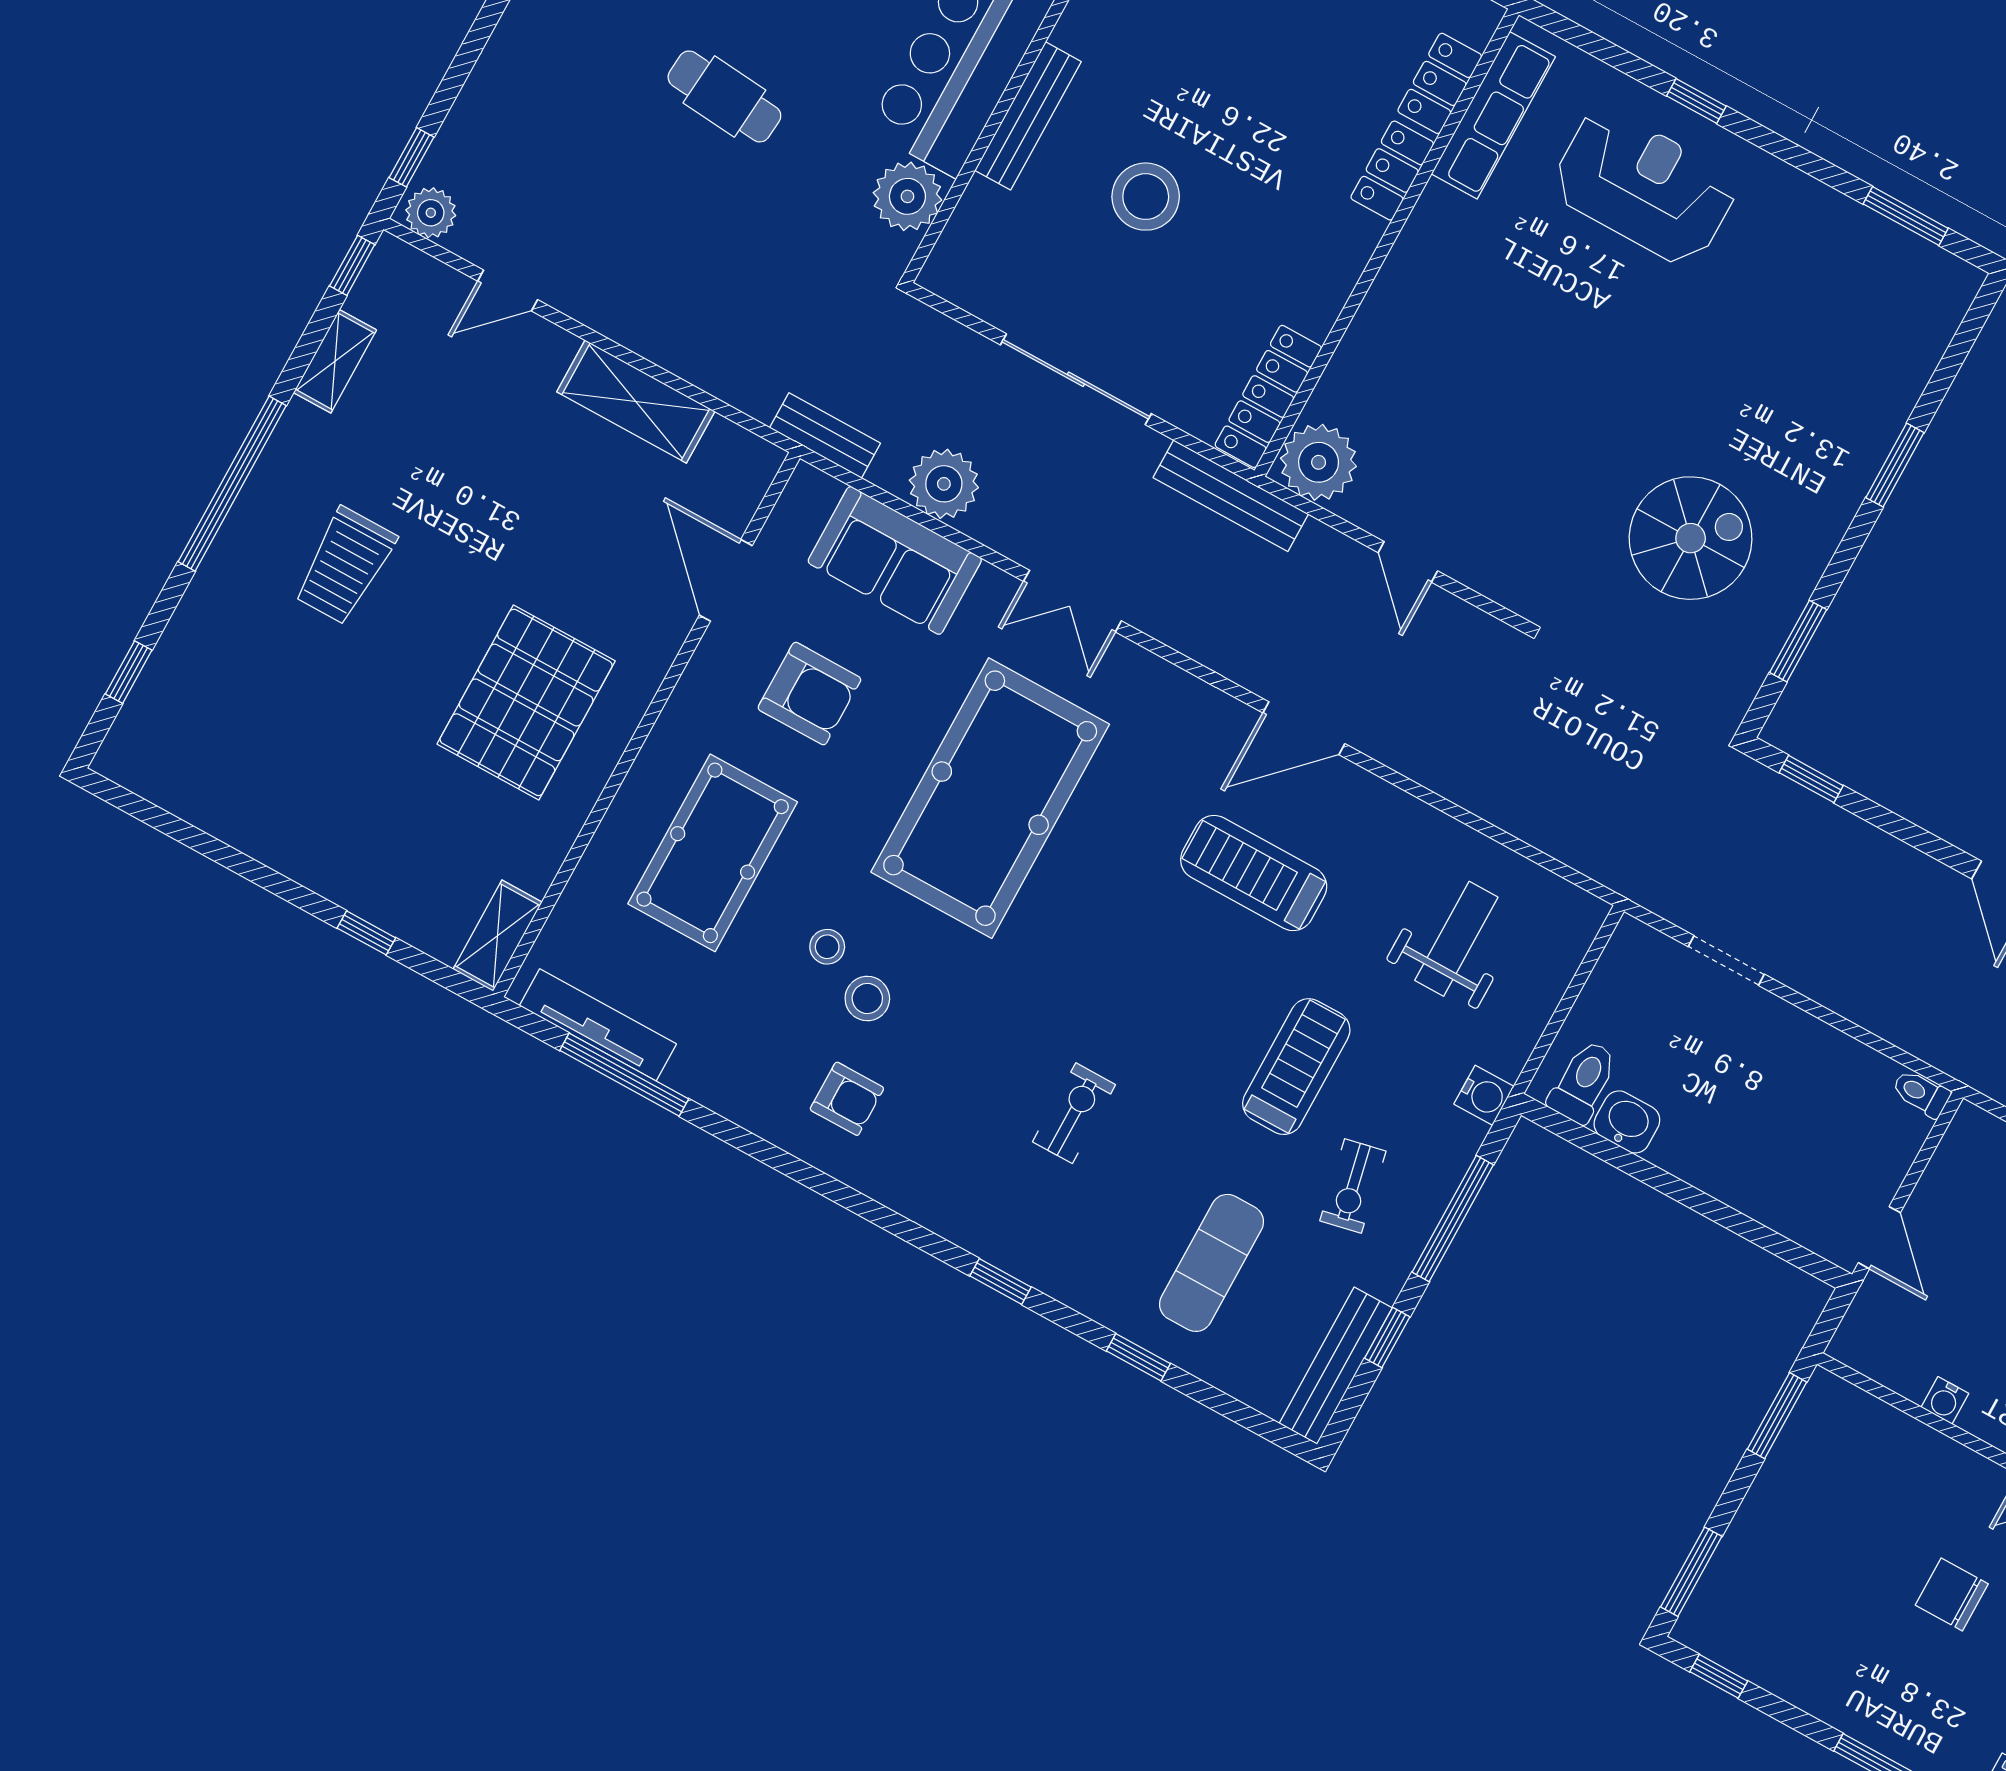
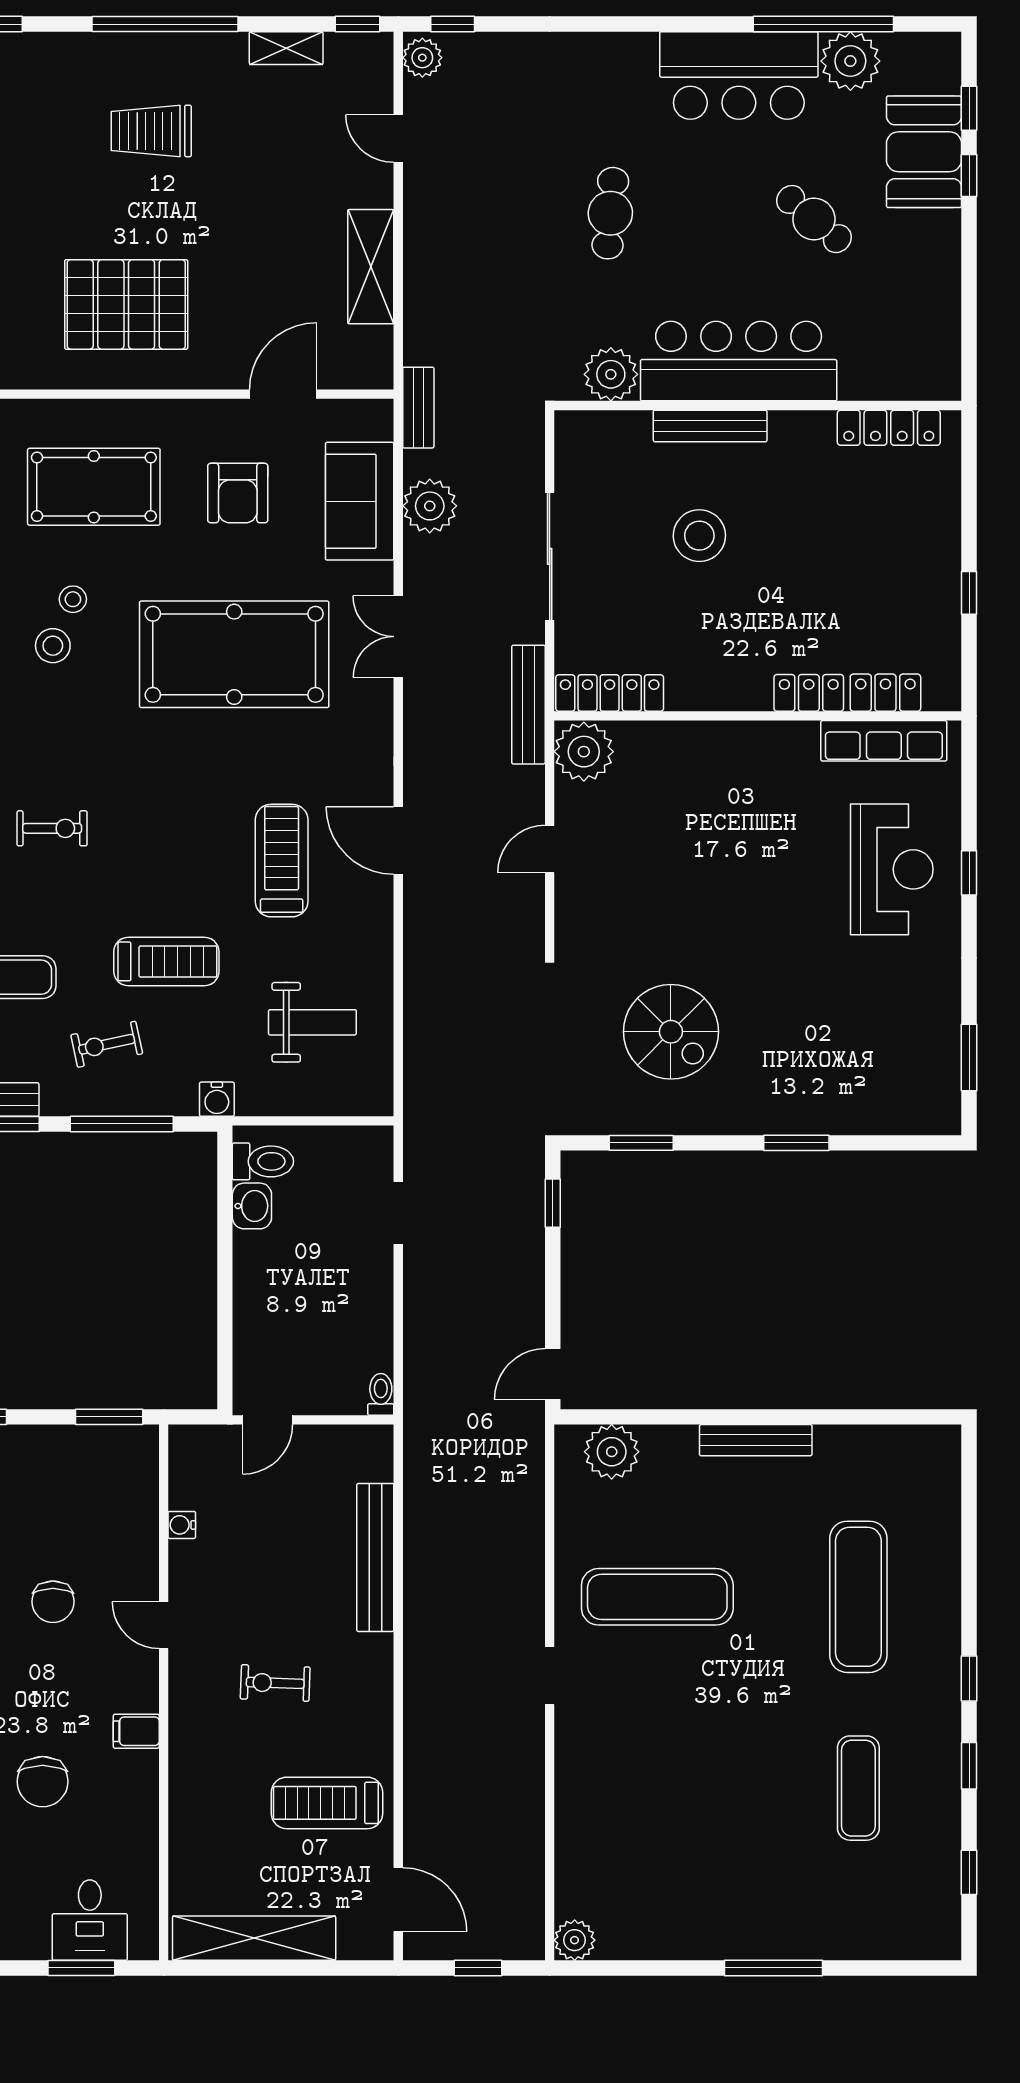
chair: (1952, 1594) -> (53, 1602), turned 180

